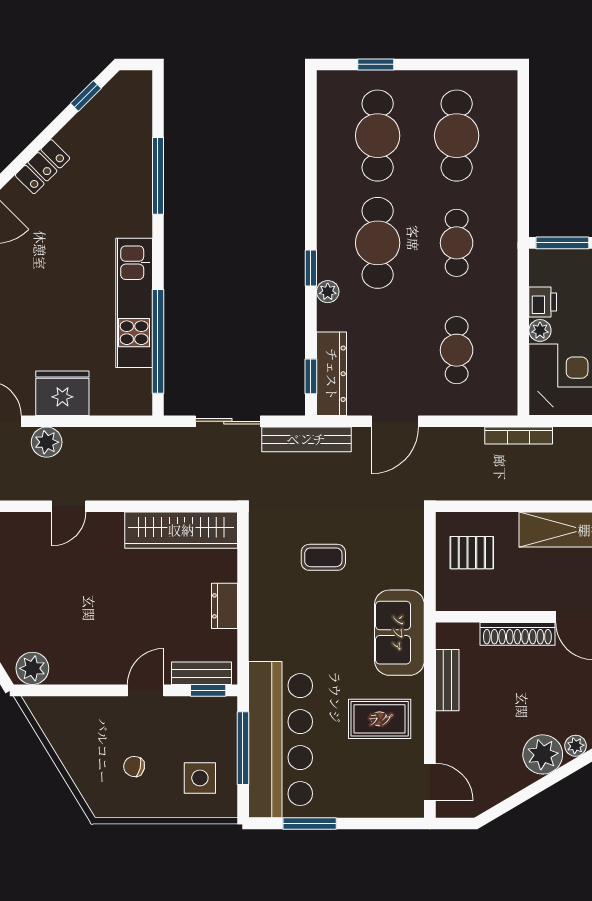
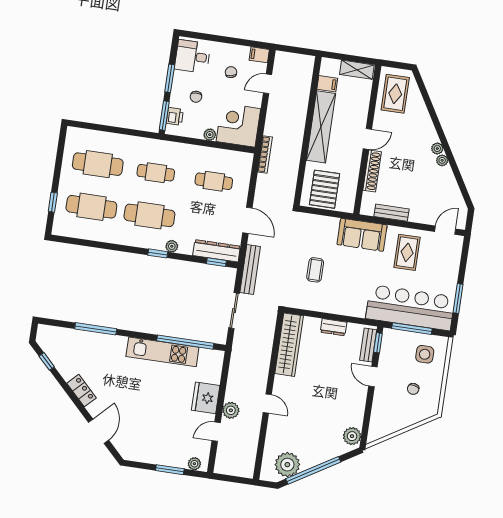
printer: (543, 302) -> (175, 116), moved, turned 90
pallet: (472, 553) -> (325, 189), width x1.50, depth x1.42
plant: (543, 754) -> (442, 160), width x0.53, depth x0.53

